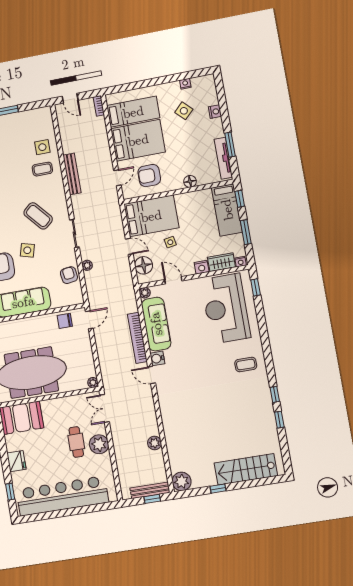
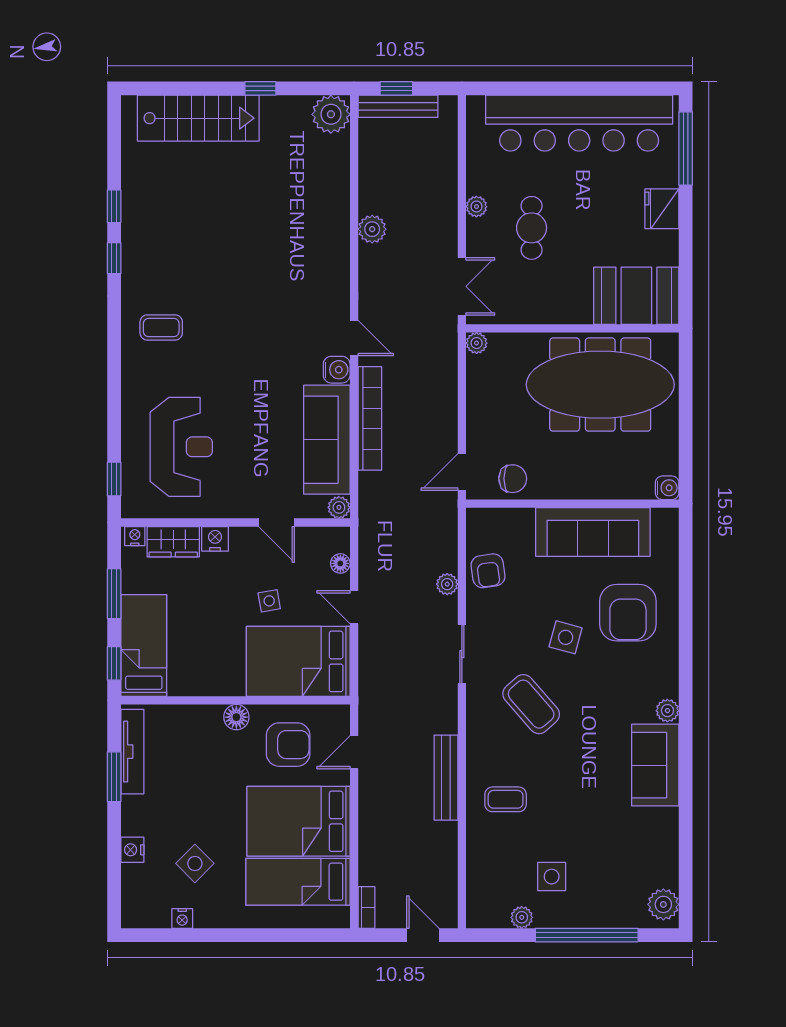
plant: (25, 115) -> (522, 917), added
side table: (42, 147) -> (552, 877), moved
floor lamp: (190, 181) -> (236, 717), moved
floor lamp: (144, 265) -> (340, 563), width x0.53, depth x0.53
reception desk: (226, 308) -> (181, 447), width x0.74, depth x0.77
plant: (155, 443) -> (372, 229), moved
plant: (99, 444) -> (476, 207), width x0.53, depth x0.53
window: (10, 492) -> (686, 149), width x2.17

